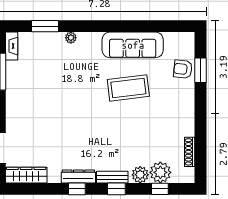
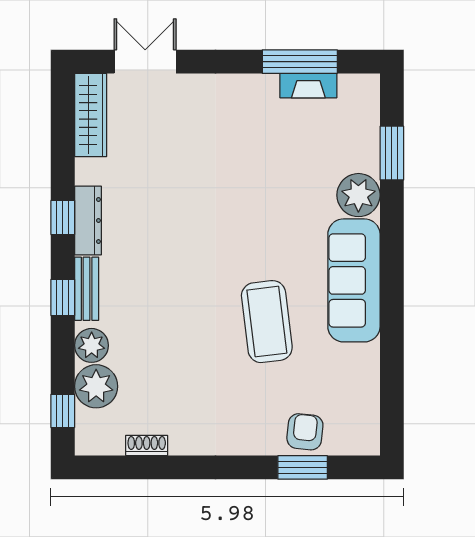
plant: (71, 38) -> (358, 195), width x1.88, depth x1.88
sofa: (133, 45) -> (354, 280), moved
fireplace: (12, 46) -> (308, 86), moved
shoe rack: (190, 152) -> (147, 445), width x0.70
window: (160, 189) -> (63, 411), moved

